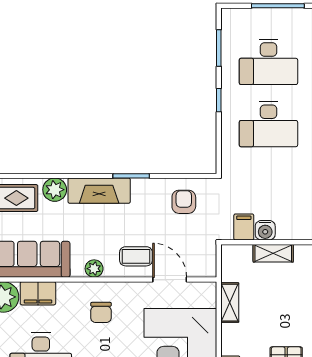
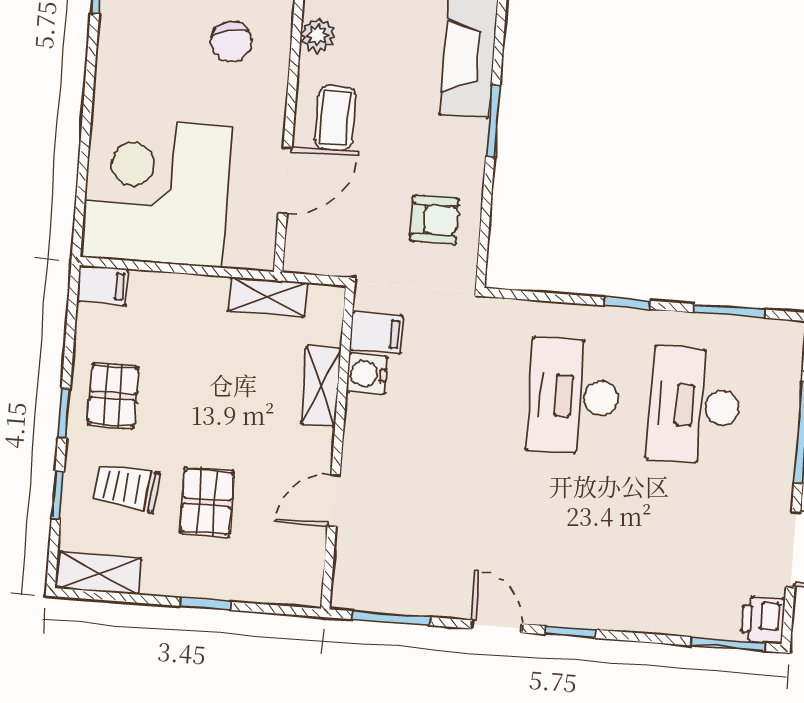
shelving: (230, 303) -> (268, 297), moved
chair: (101, 312) -> (231, 42), turned -104

